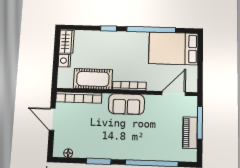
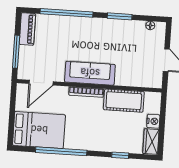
window: (109, 28) -> (120, 155), moved
bookcase: (79, 97) -> (139, 82), removed
sofa: (126, 104) -> (90, 73), width x1.36
piano: (190, 133) -> (27, 29), moved

